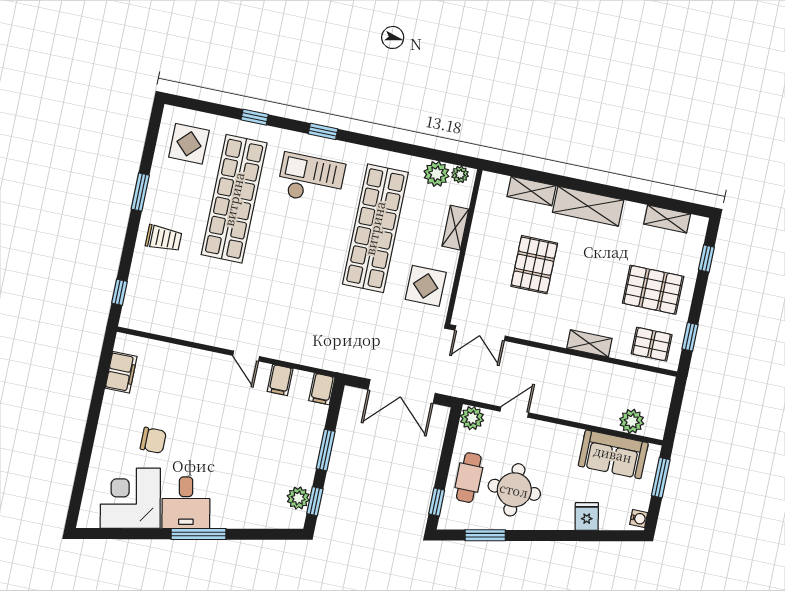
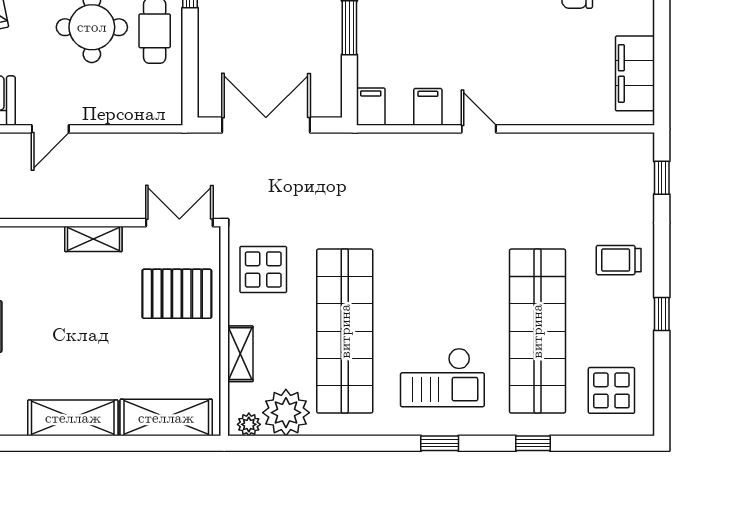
plant: (436, 174) -> (286, 413), width x1.36, depth x1.36
shelving: (532, 191) -> (166, 418), width x1.50, depth x1.33
window: (140, 192) -> (662, 314), width x0.67
pallet: (534, 265) -> (177, 294), moved, turned 90
shelving: (589, 343) -> (93, 239), moved
filing cabinet: (121, 372) -> (635, 73), width x1.50, depth x1.17
door: (514, 412) -> (50, 129), moved
plant: (472, 418) -> (167, 109), removed

